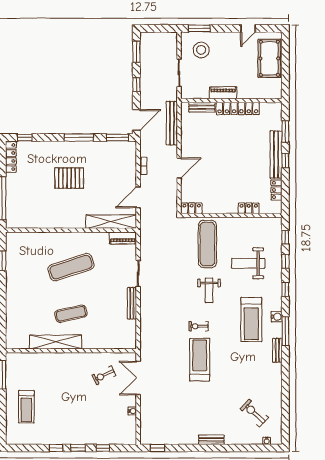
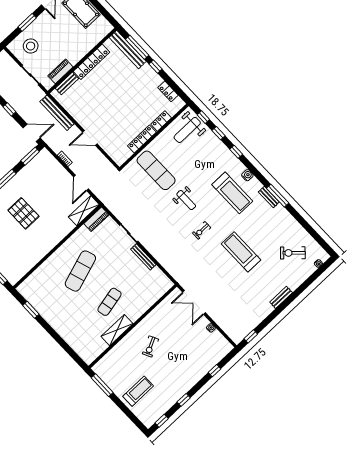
window: (199, 28) -> (27, 22), moved
piano: (223, 93) -> (60, 71), moved
door: (136, 120) -> (32, 133), hinge flipped
window: (285, 131) -> (137, 47), width x1.44
bench: (276, 155) -> (128, 49), moved
door: (179, 168) -> (90, 138), swing flipped
pallet: (69, 178) -> (23, 213), turned 90
locker: (192, 208) -> (142, 139), moved, width x1.53
shelving: (111, 222) -> (84, 211), width x0.68
weight bench: (248, 263) -> (187, 130), moved
window: (285, 331) -> (278, 196), moved
shelving: (56, 342) -> (117, 330), width x0.68
treadmill: (200, 360) -> (241, 252), moved
exercise bike: (104, 375) -> (150, 346), moved
treadmill: (26, 407) -> (138, 391), turned -90
window: (78, 448) -> (162, 421), moved

